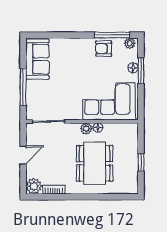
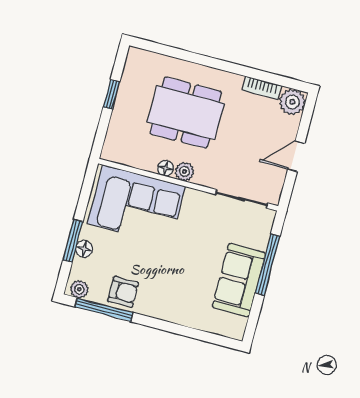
sofa: (37, 59) -> (239, 280), moved
dining table: (95, 163) -> (186, 113), turned 90

